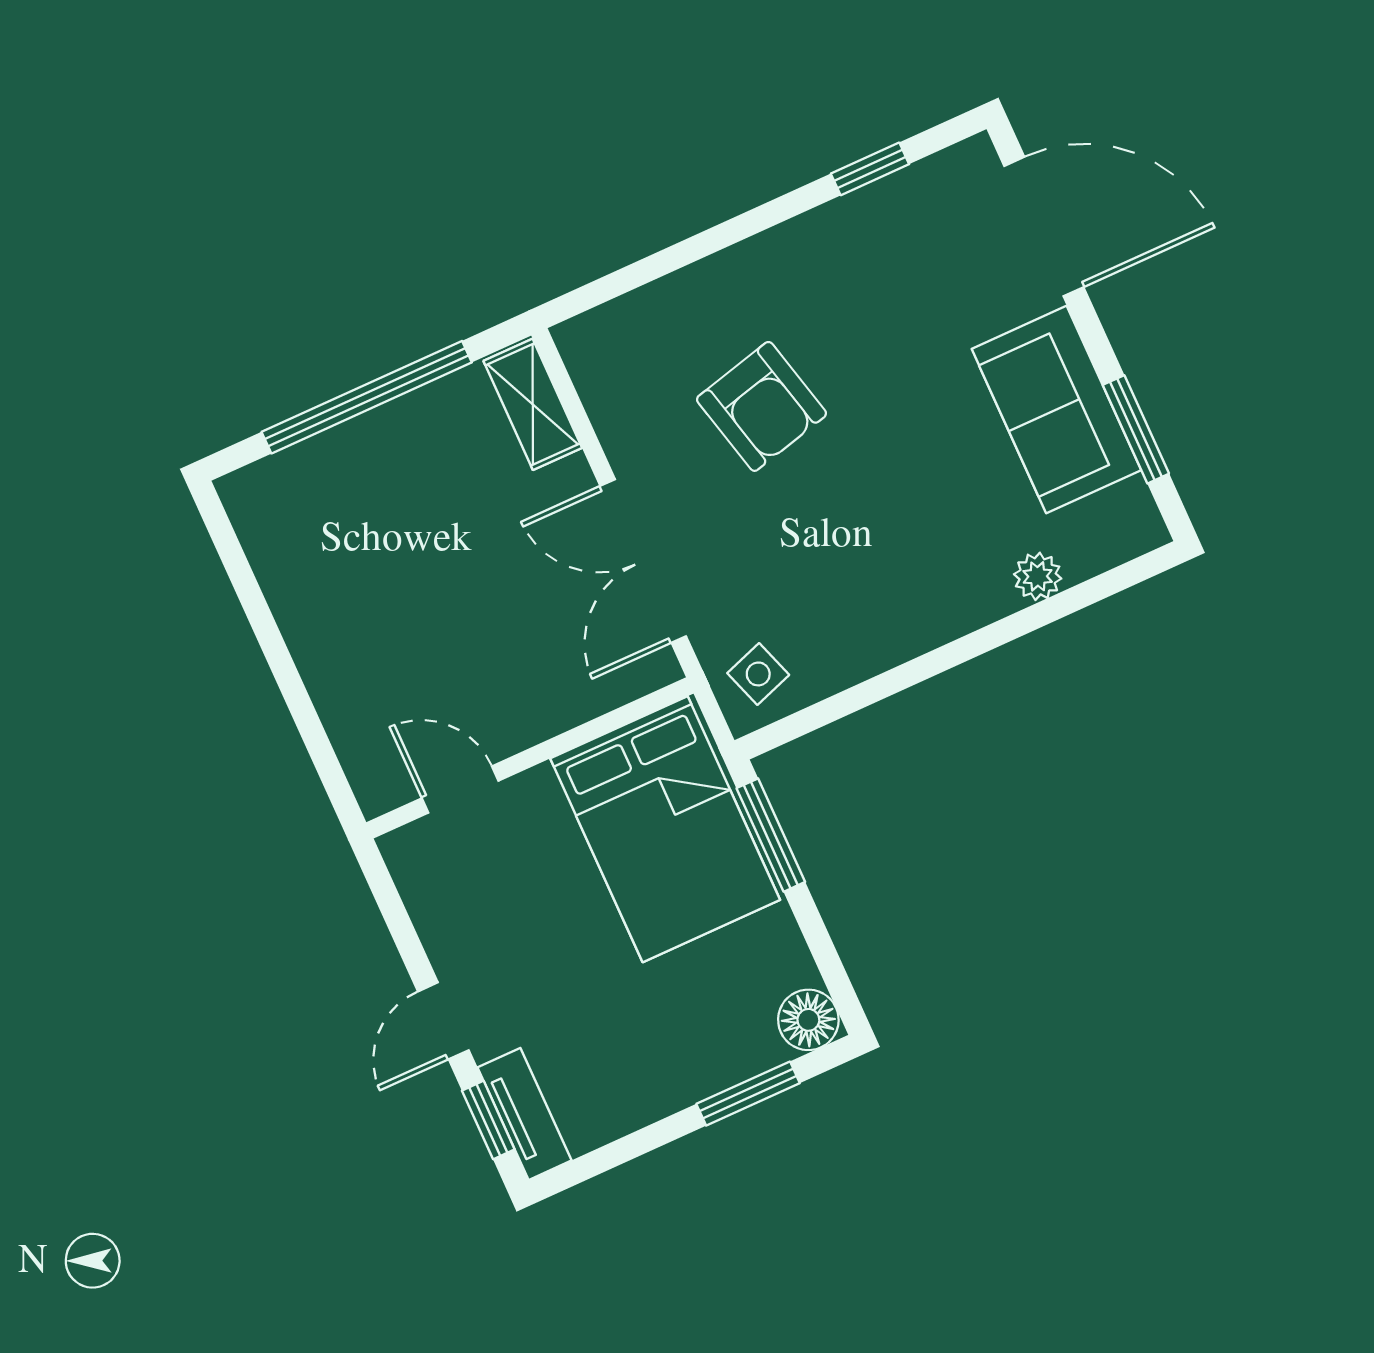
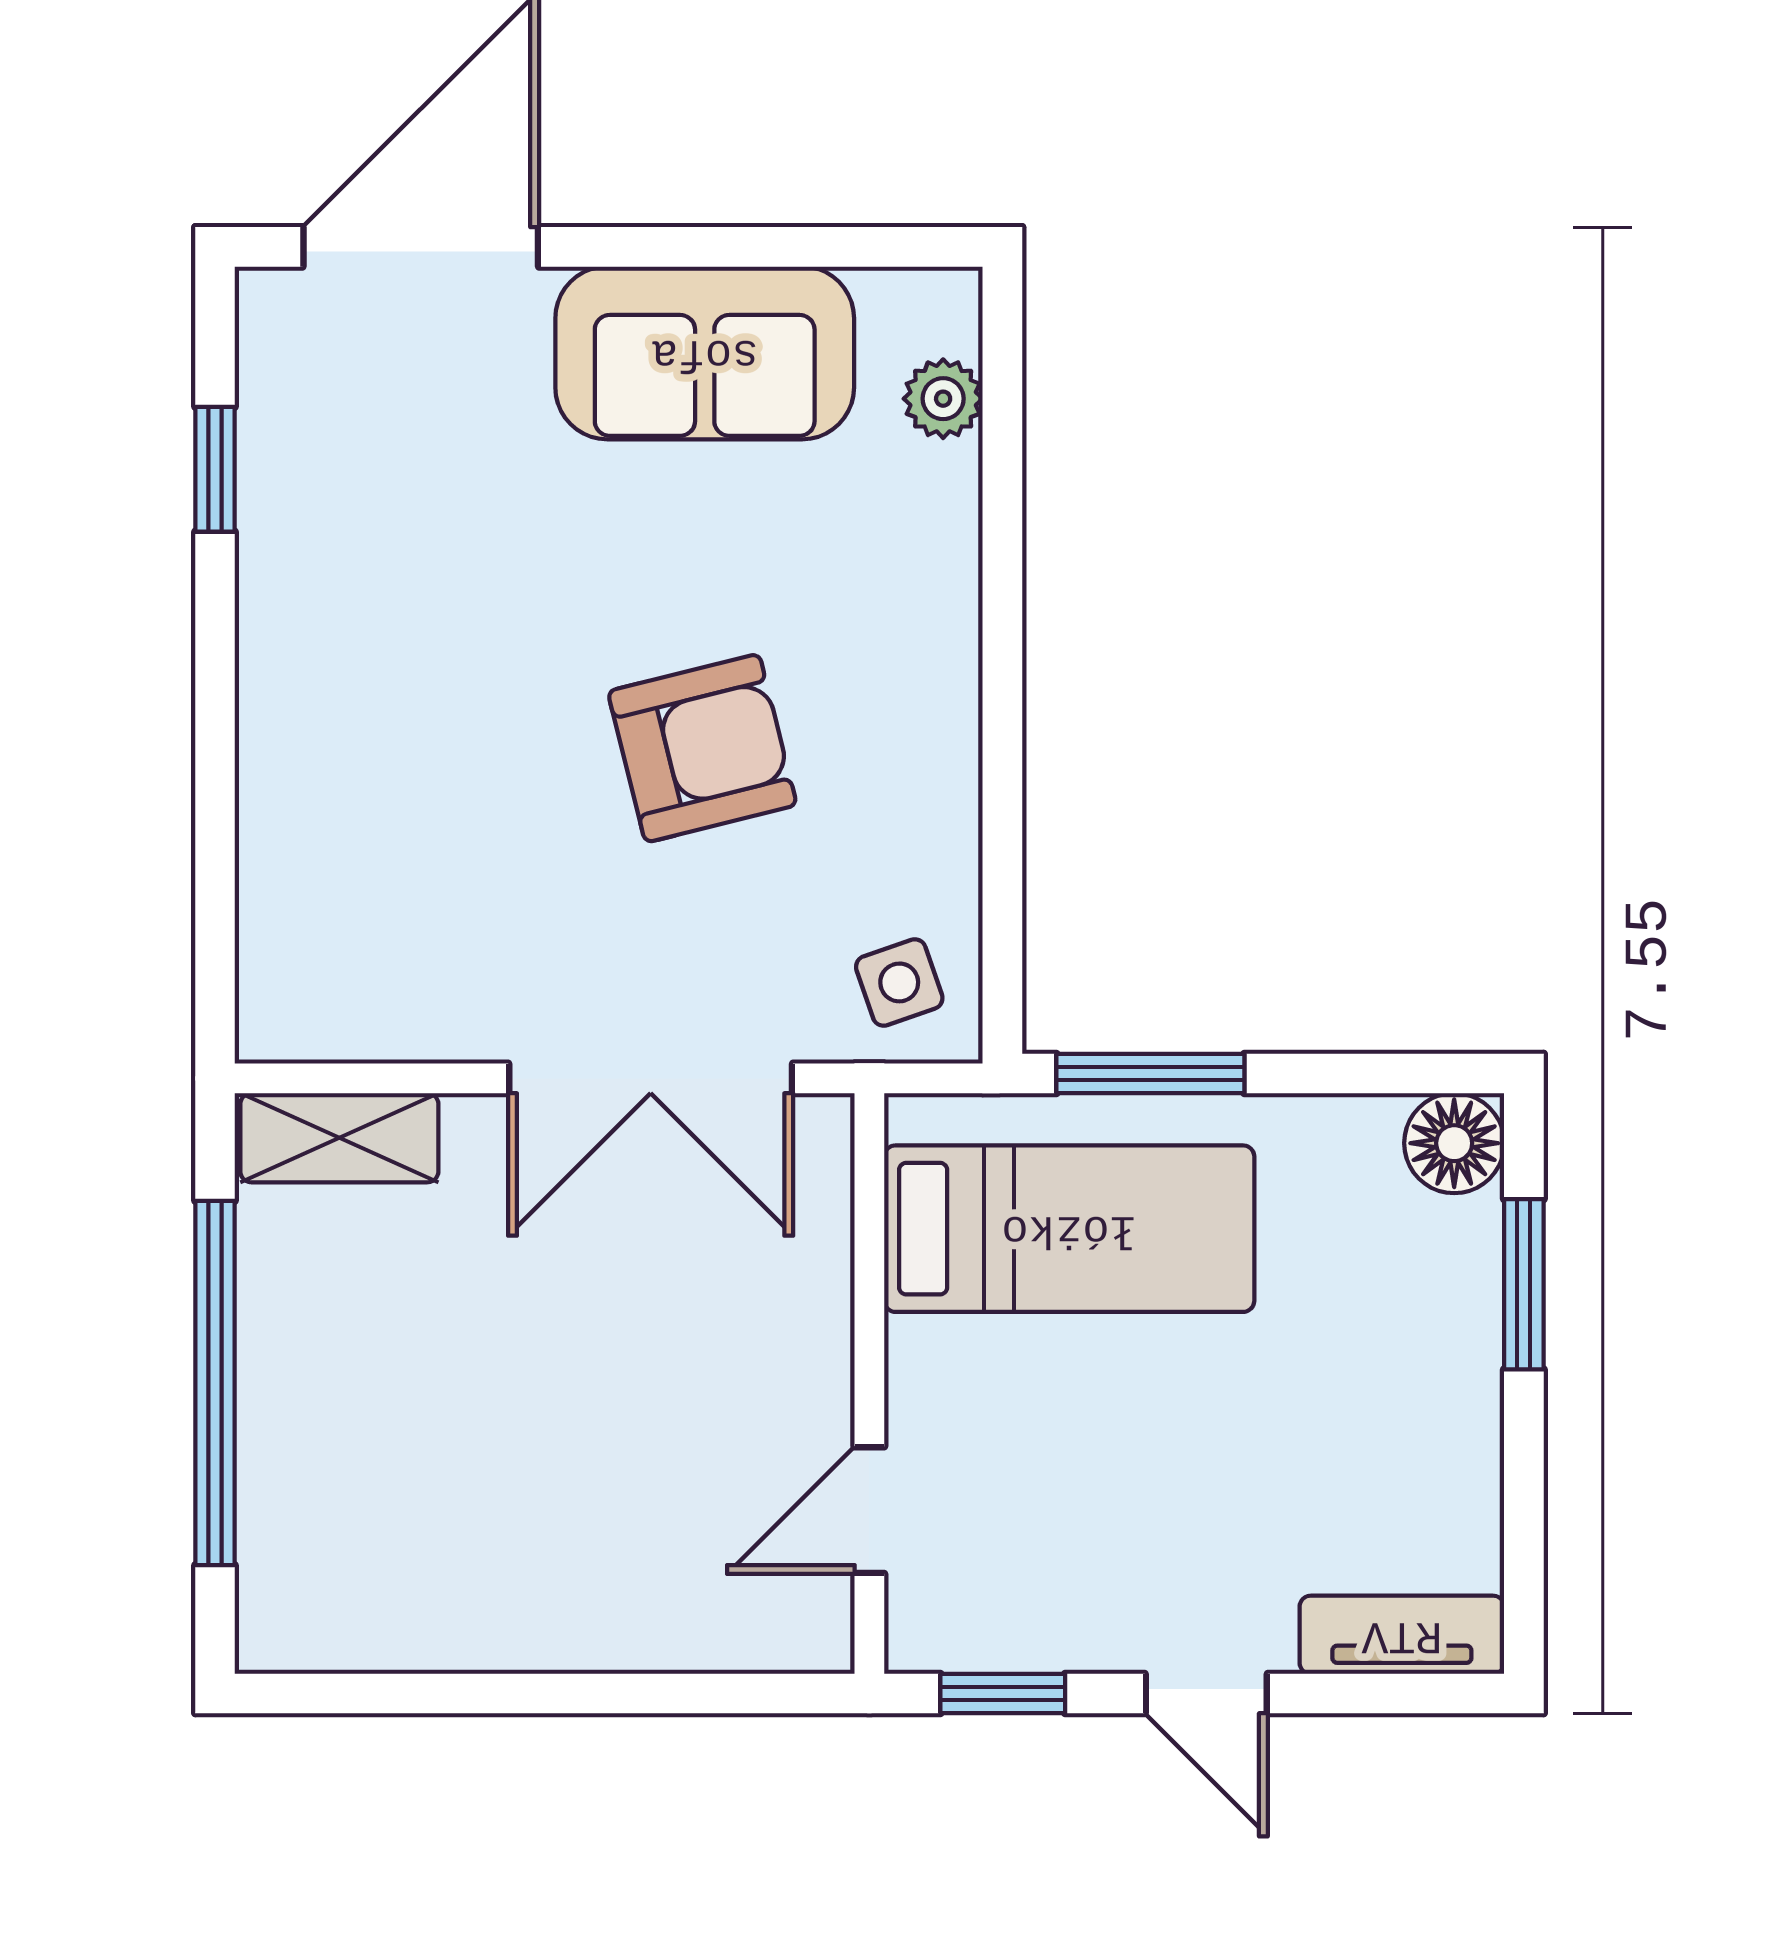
armchair: (762, 406) -> (702, 748), moved
window: (1136, 429) -> (789, 247), removed
plant: (1038, 576) -> (943, 399), moved
bed: (665, 829) -> (1069, 1229), width x0.67
window: (488, 1120) -> (1003, 1693), moved

